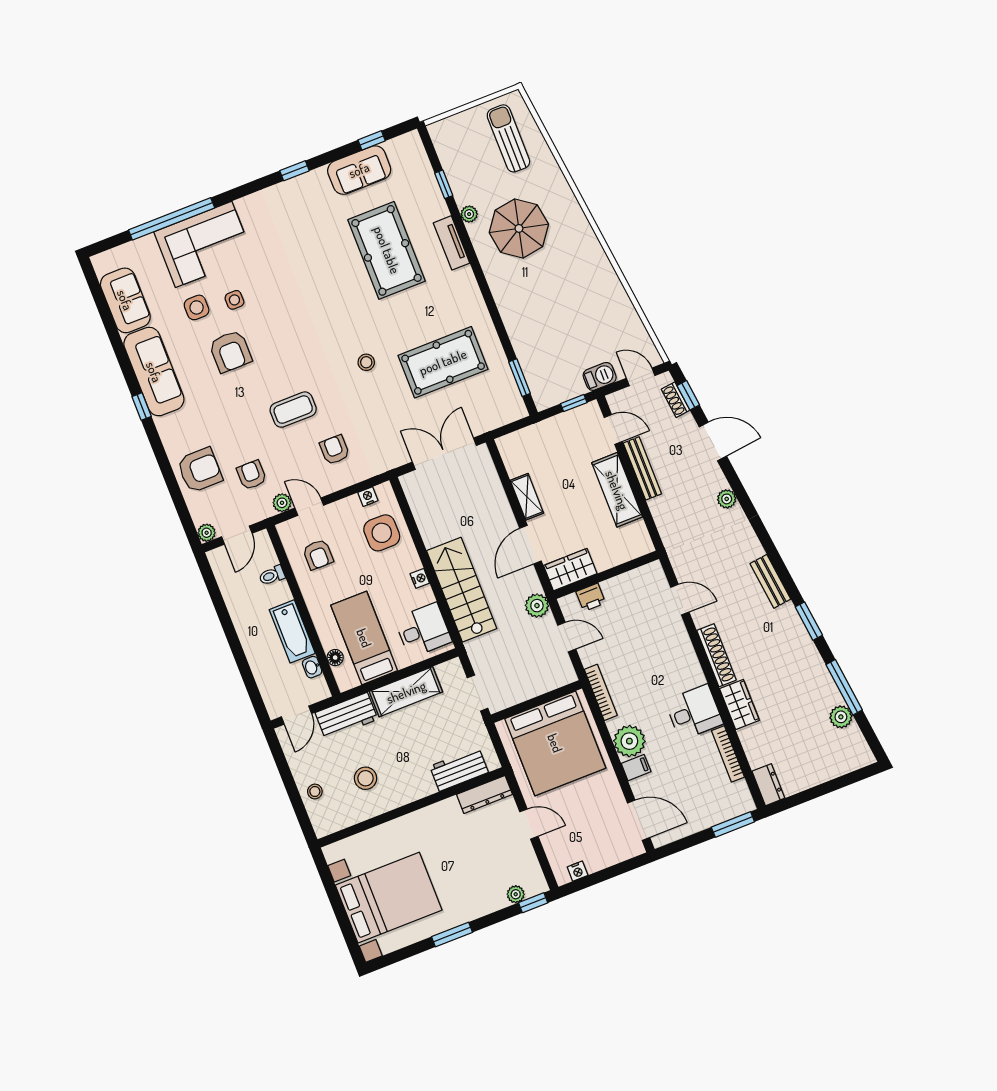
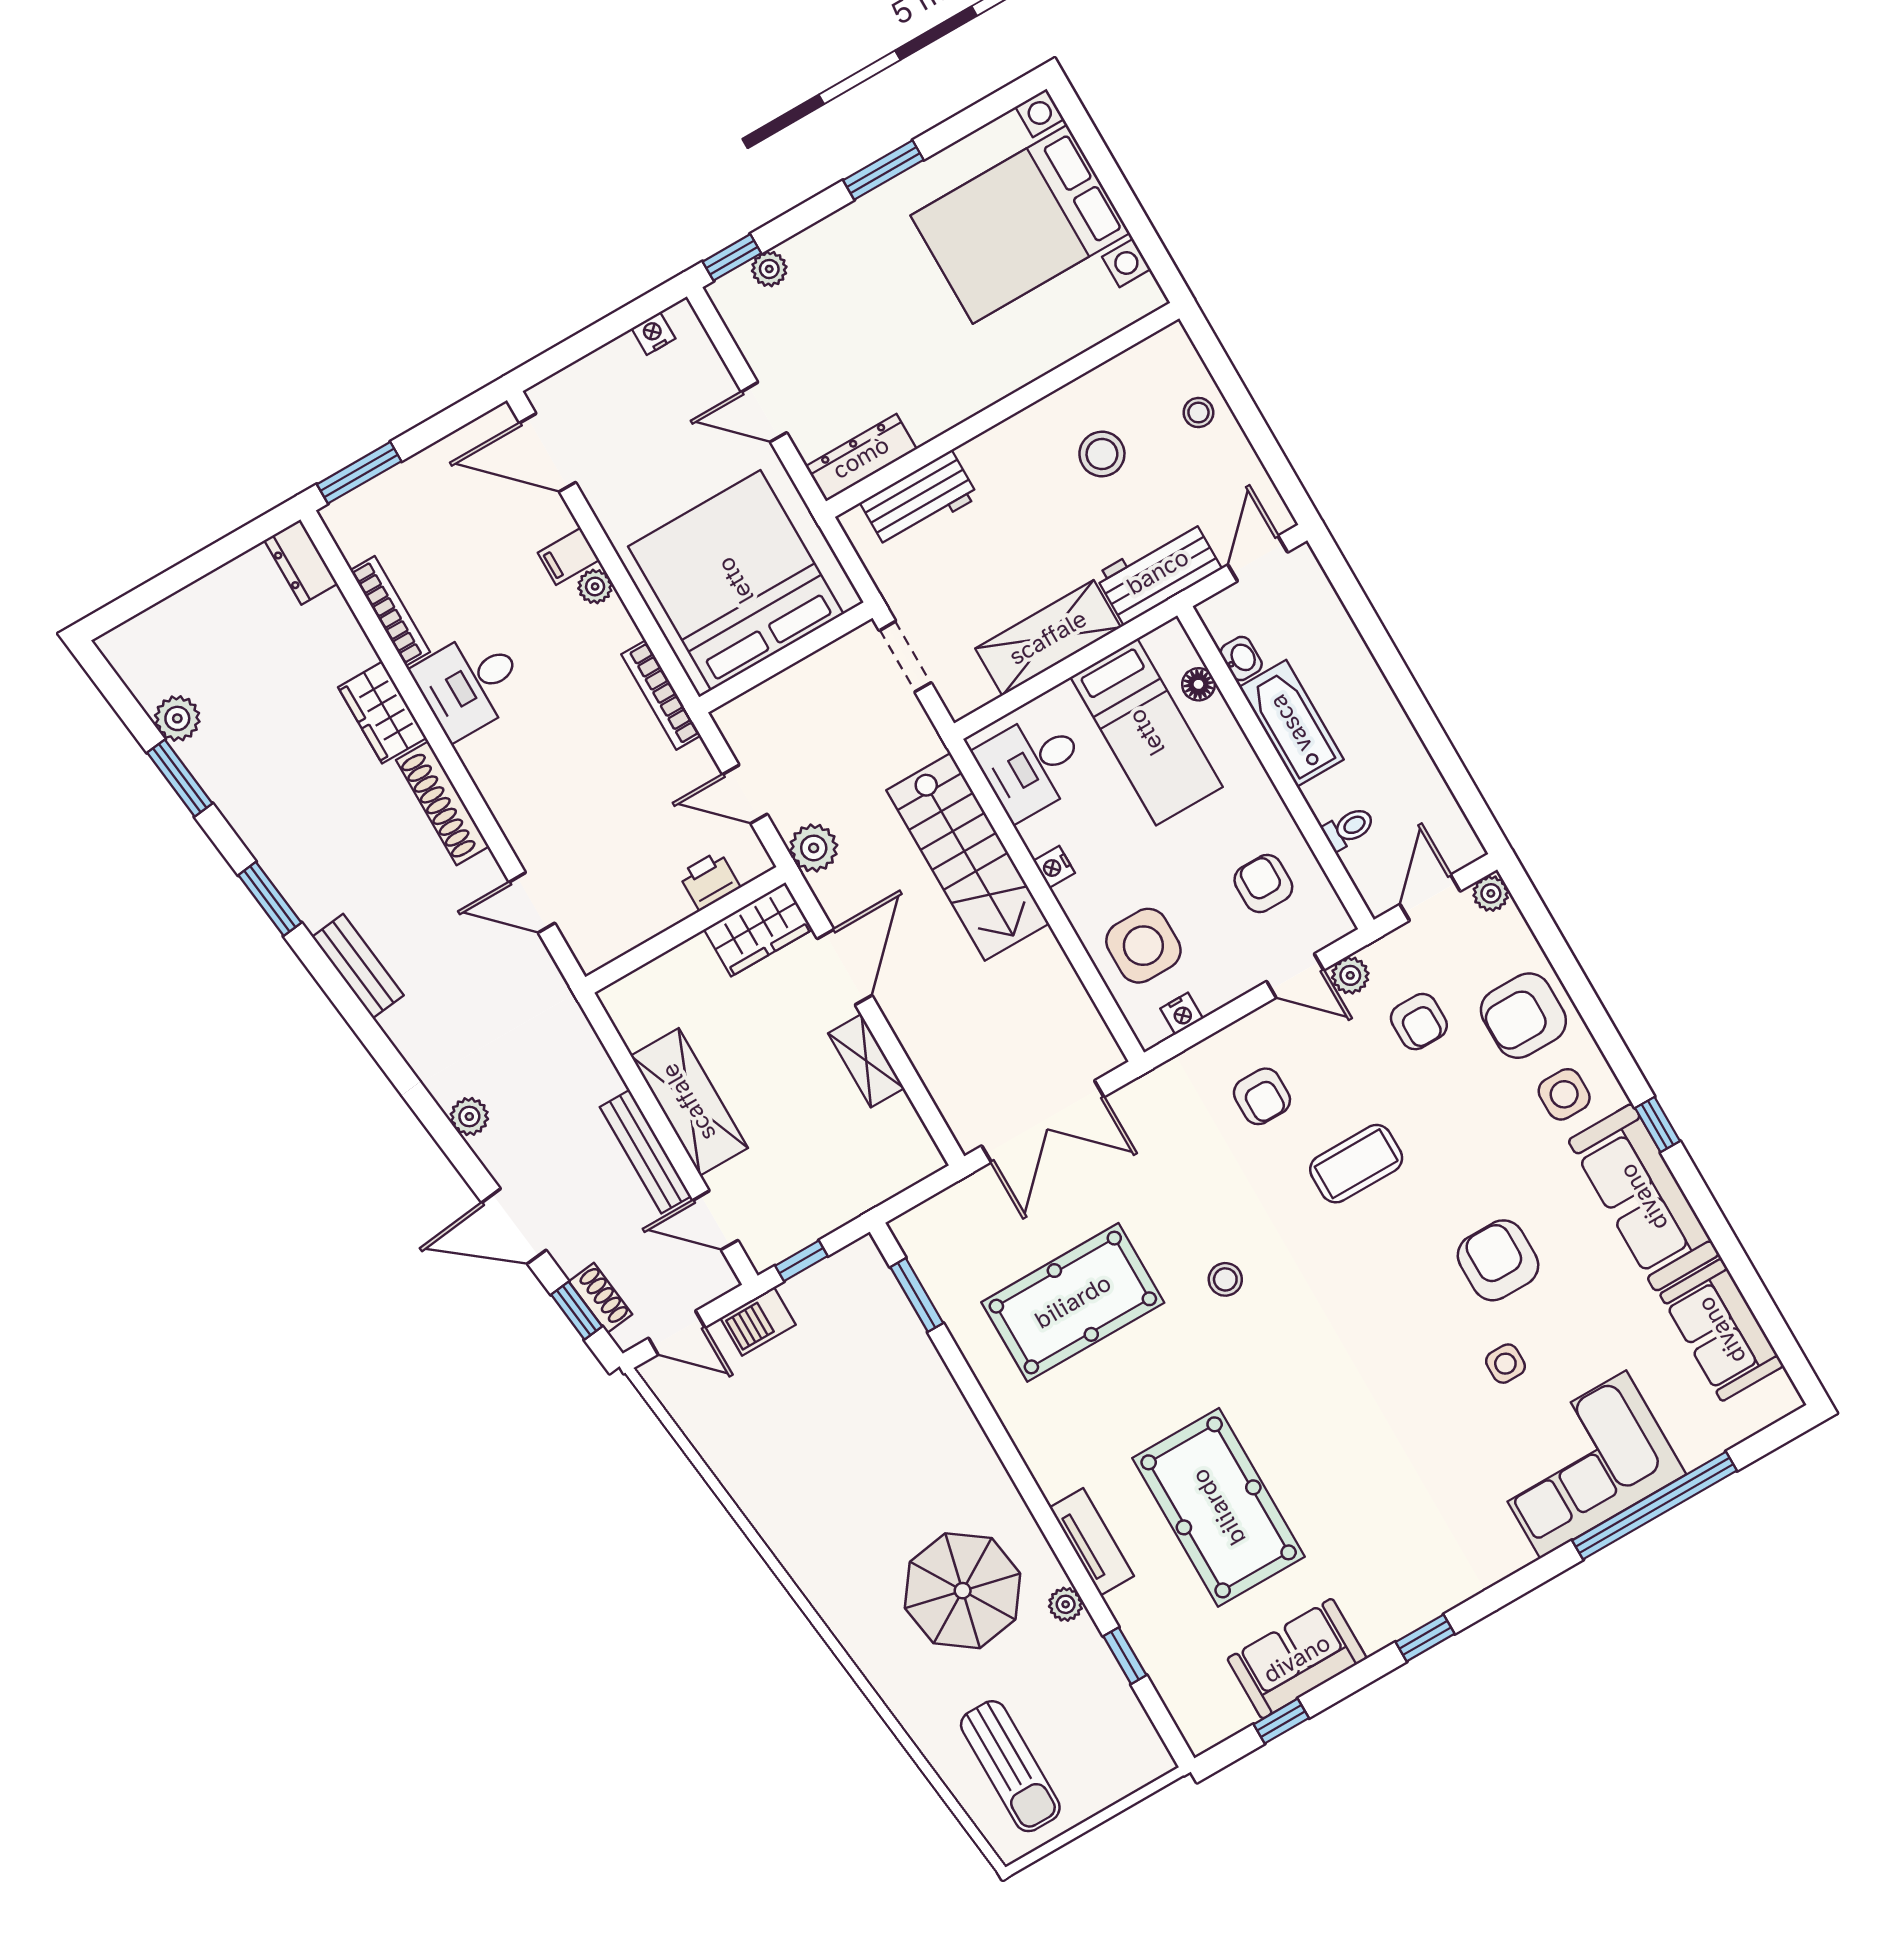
side table: (197, 307) -> (1564, 1094), moved
window: (844, 687) -> (180, 778), width x0.69
plant: (629, 741) -> (595, 586), width x0.53, depth x0.53

